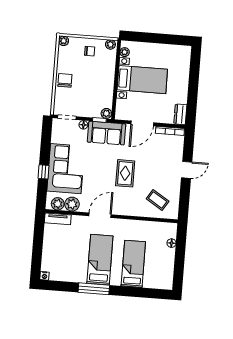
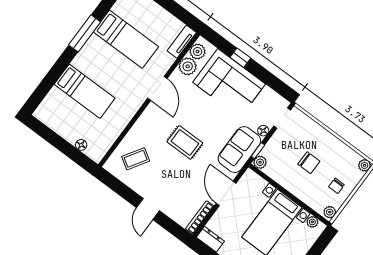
chair: (65, 80) -> (309, 163), moved
bed: (100, 260) -> (126, 39), moved

